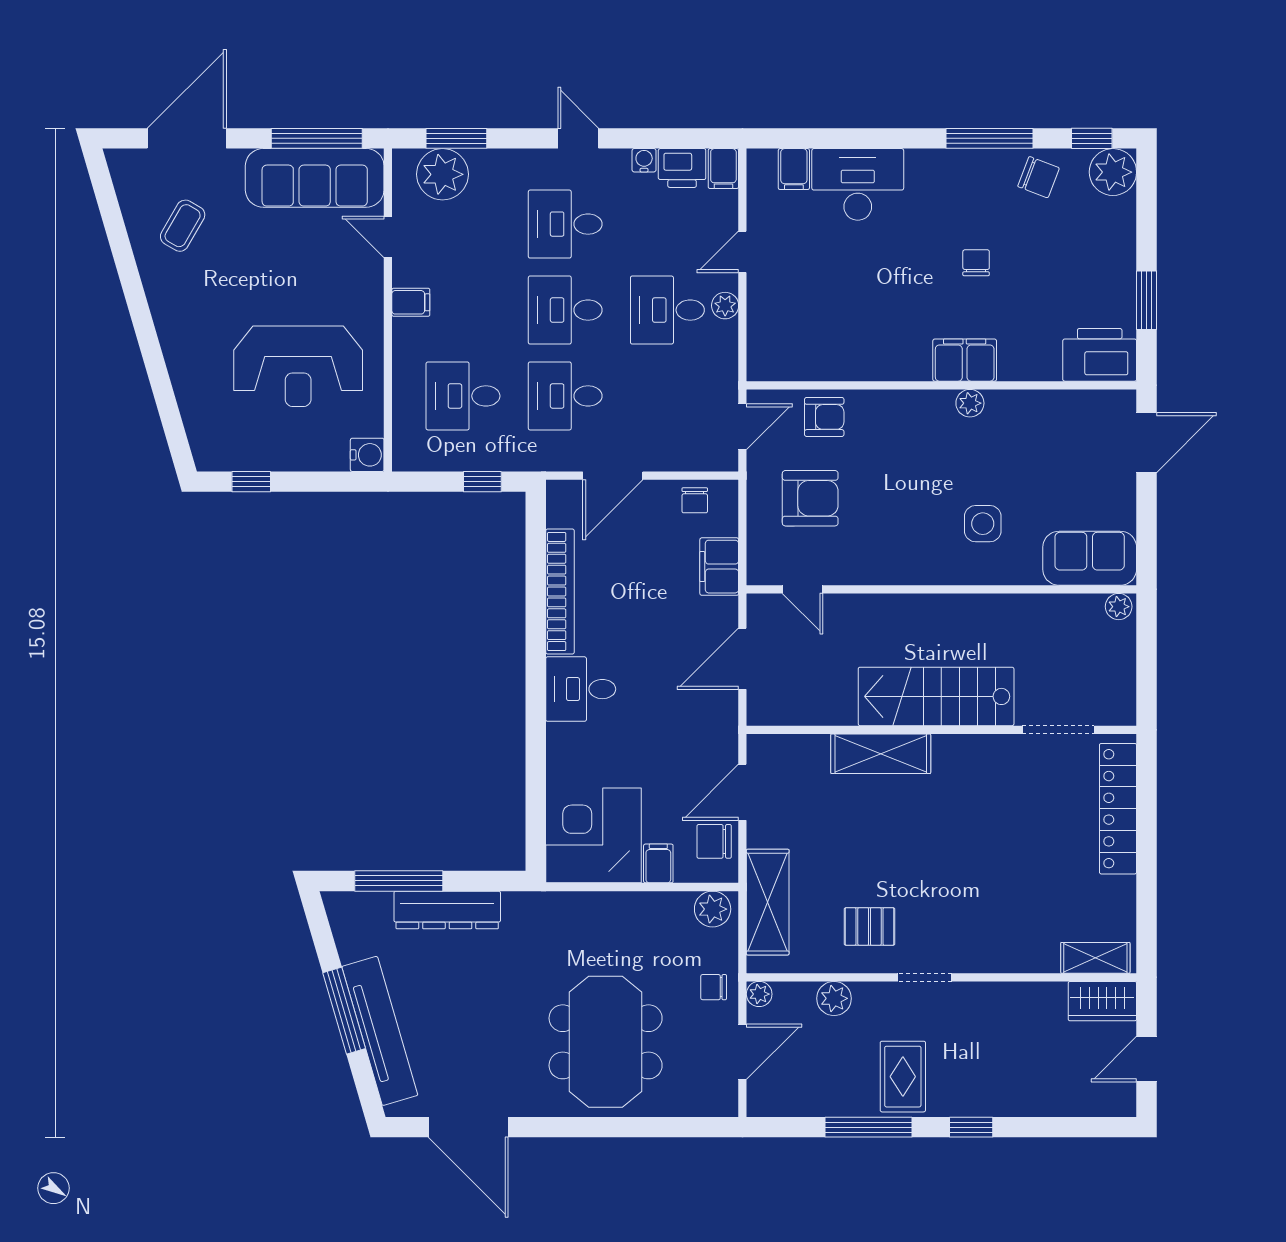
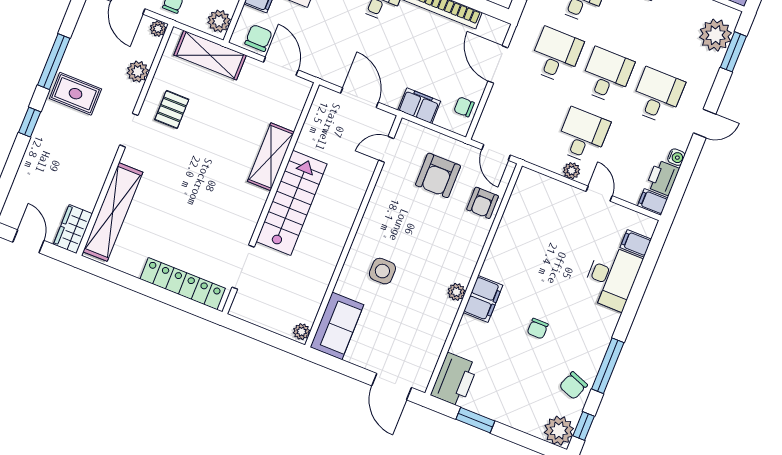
chair: (976, 263) -> (538, 329), turned 90
shelving: (1095, 958) -> (113, 212), width x2.20, depth x1.33

